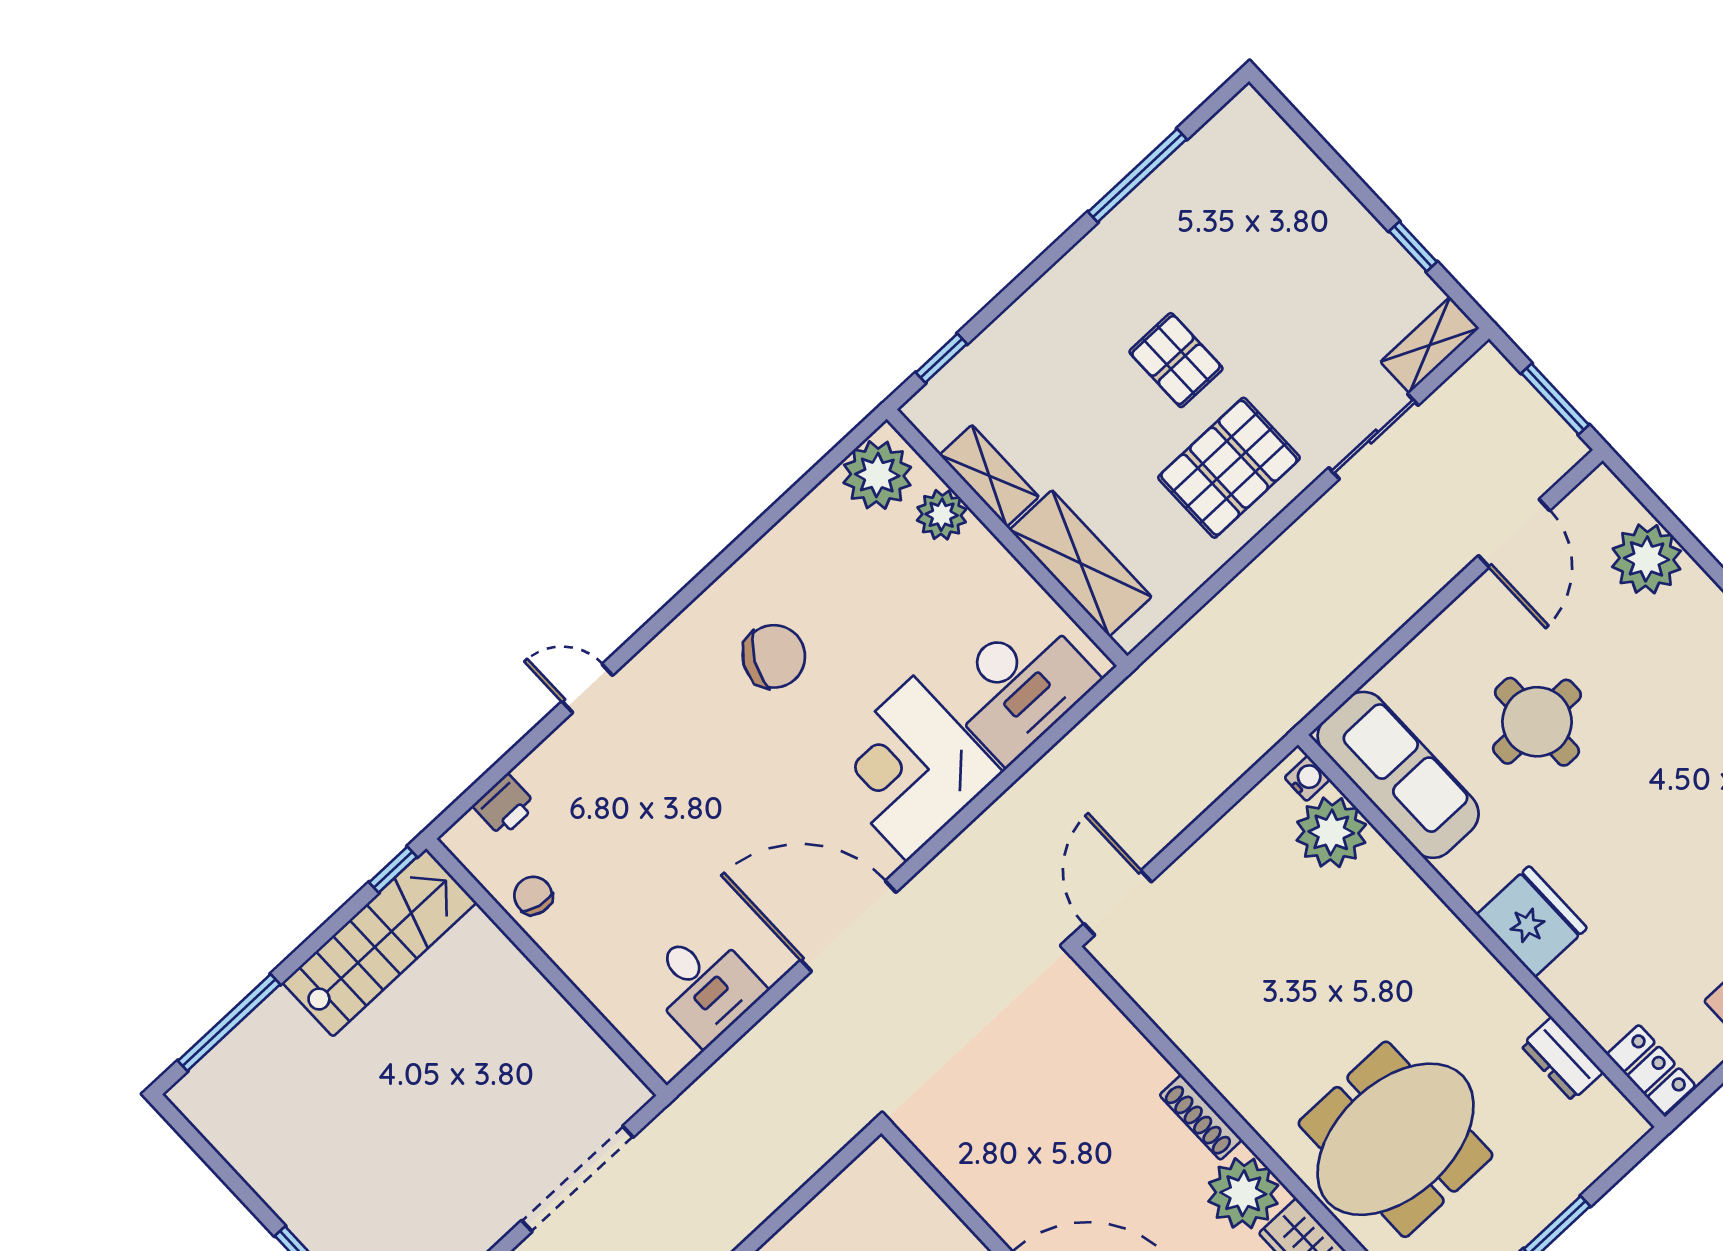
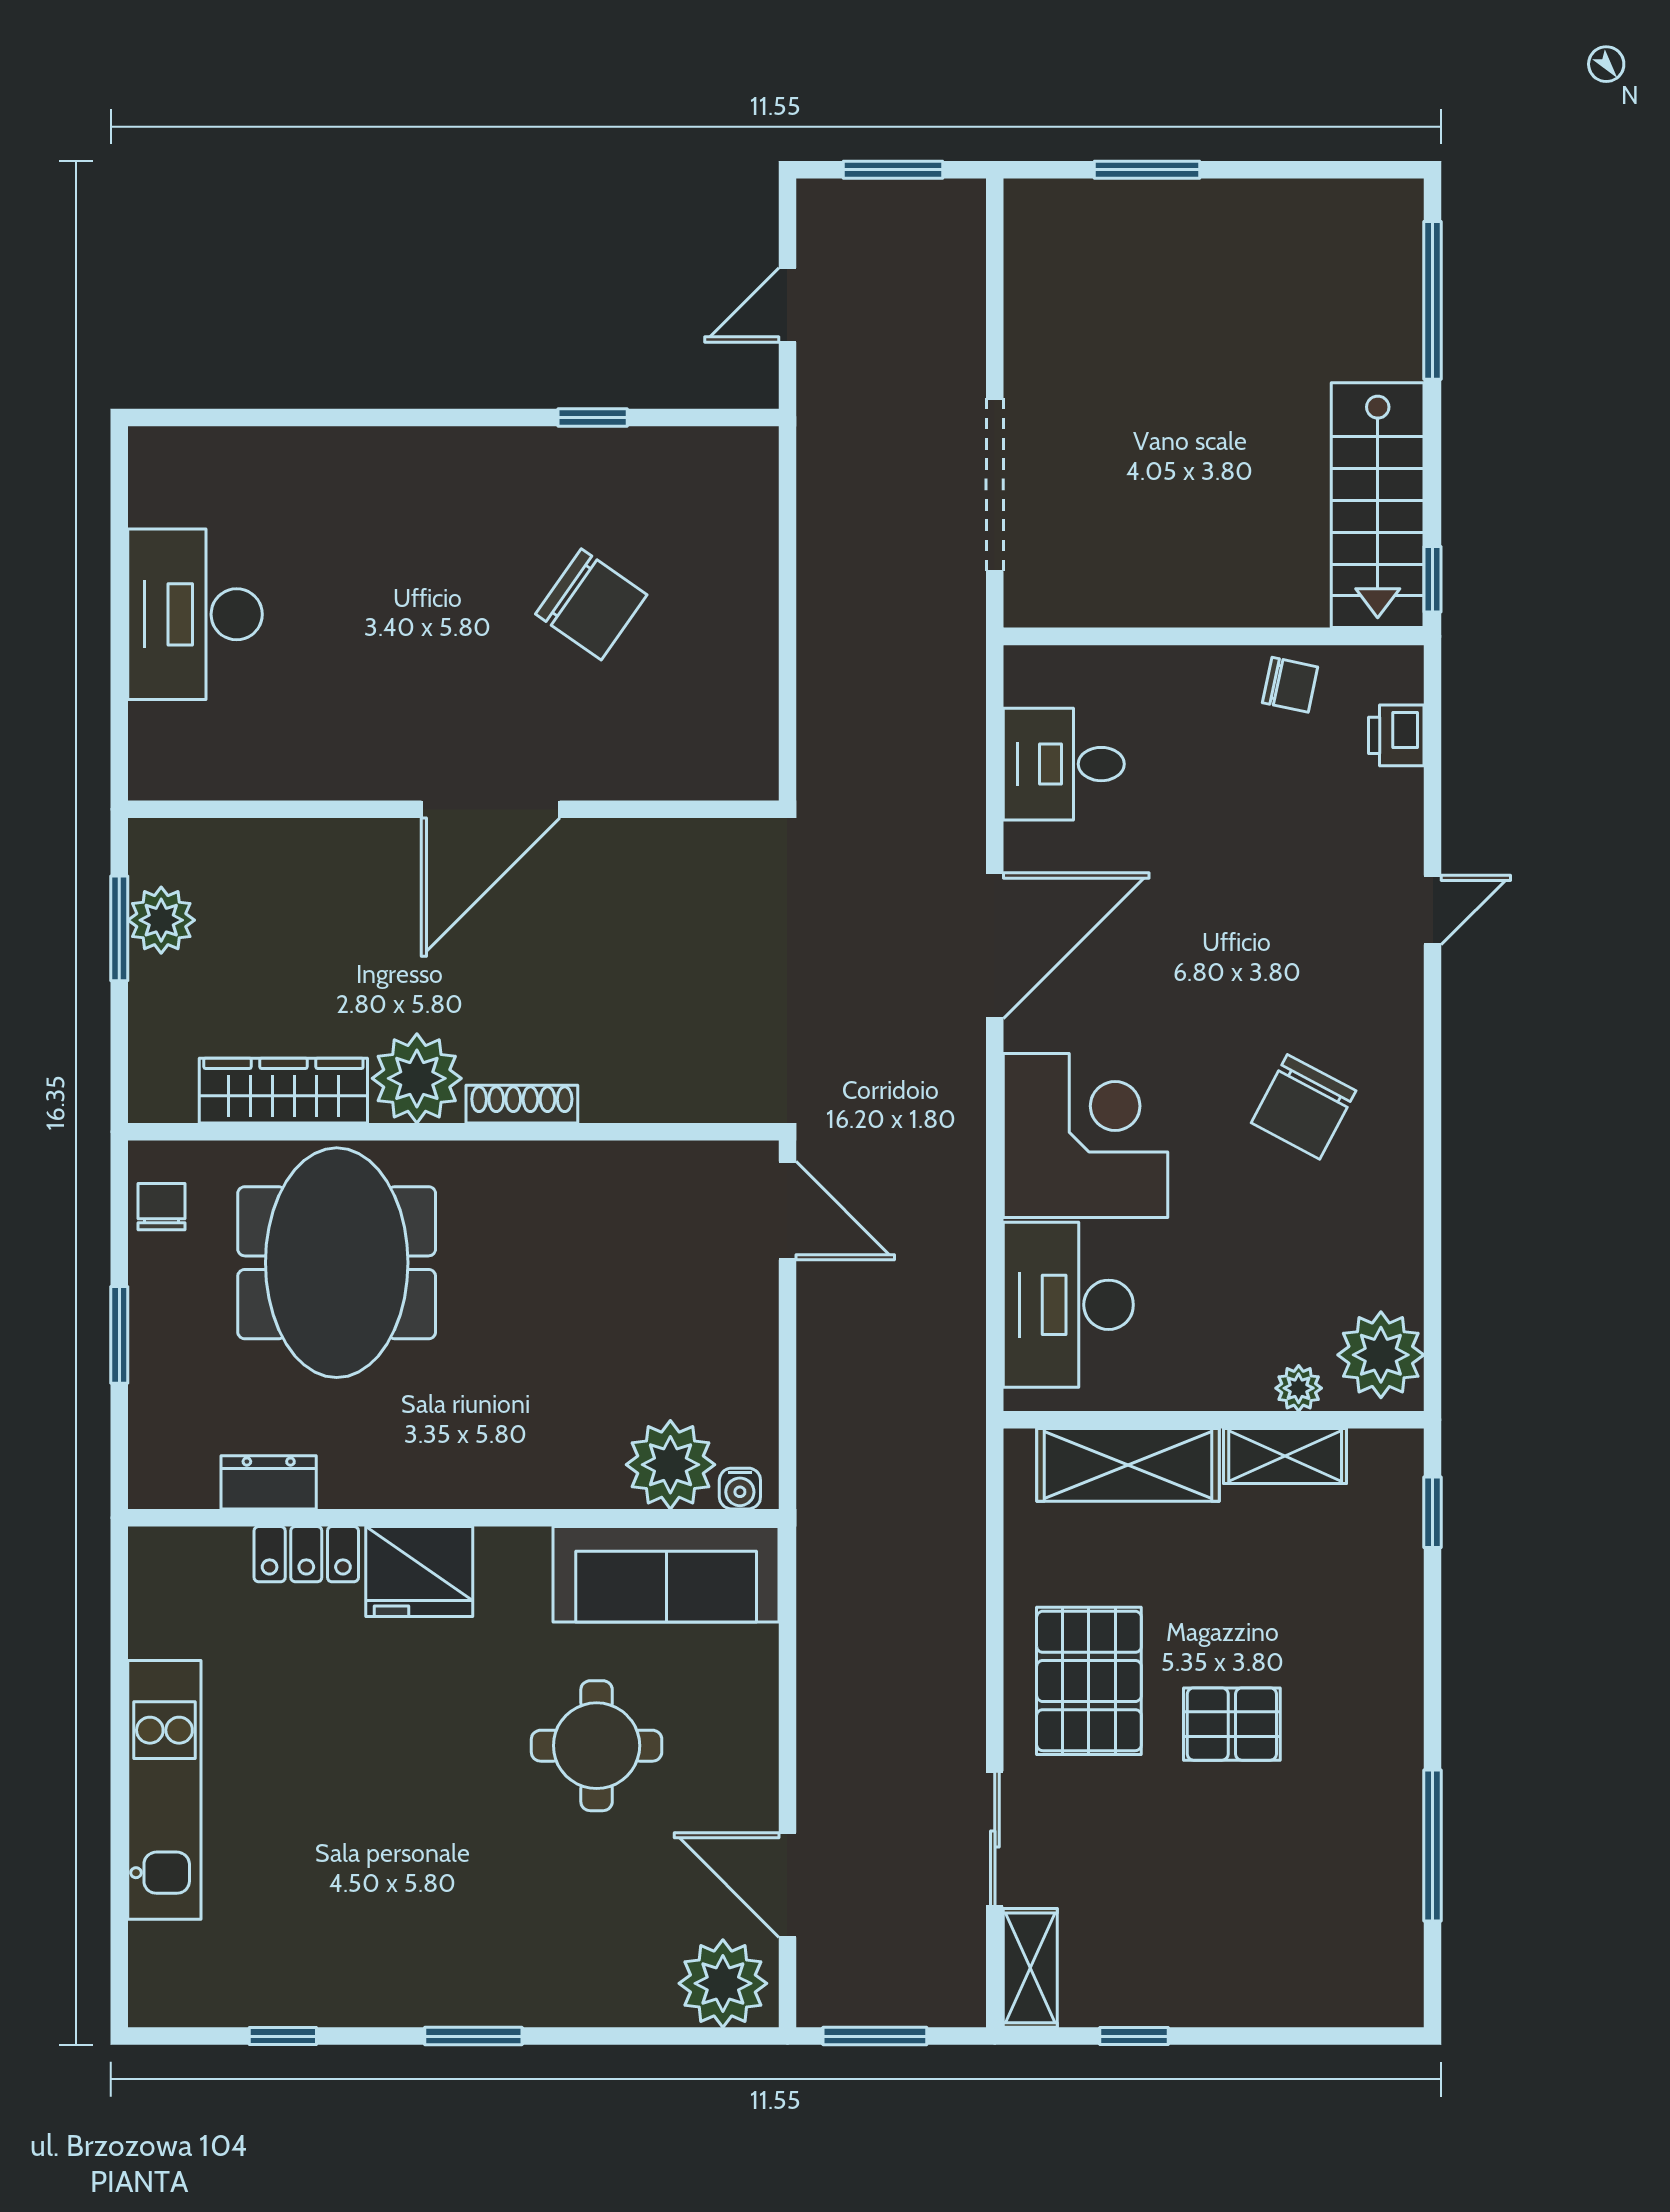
plant: (942, 515) -> (1299, 1388), width x0.73, depth x0.73
plant: (1647, 559) -> (723, 1983), moved
locker: (1651, 1070) -> (306, 1554), moved

